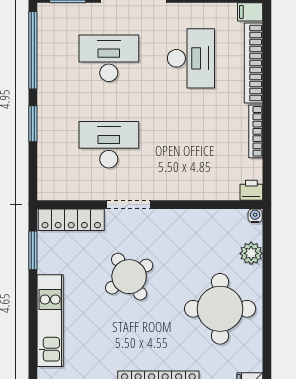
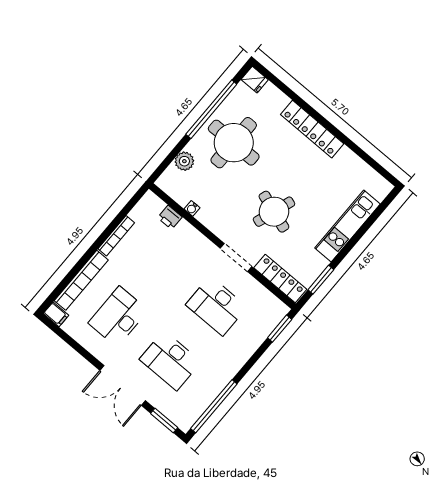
window: (33, 124) -> (280, 329), moved
printer: (251, 190) -> (170, 217), moved
water cooler: (255, 216) -> (192, 208), moved
round table: (129, 277) -> (274, 212), turned -38
window: (267, 322) -> (211, 109), added

